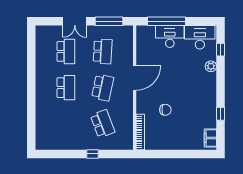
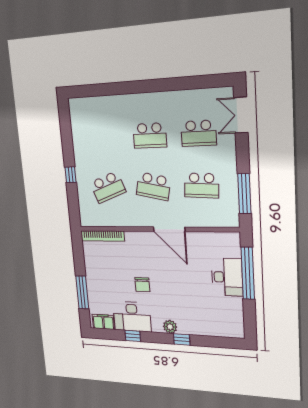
double door: (75, 21) -> (241, 115), moved
desk: (200, 37) -> (132, 317), moved, turned 90
window: (220, 50) -> (182, 339), moved
plant: (211, 66) -> (170, 327), moved
chair: (165, 110) -> (142, 285), moved
window: (187, 154) -> (82, 292), added

